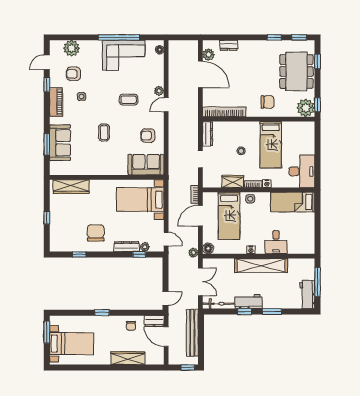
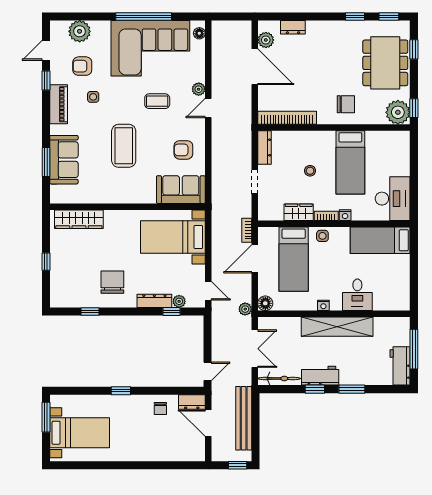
corner sofa: (124, 55) -> (150, 48), width x1.36, depth x1.36
coffee table: (104, 132) -> (124, 146), width x1.86, depth x1.72
wardrobe: (128, 358) -> (156, 452), removed

